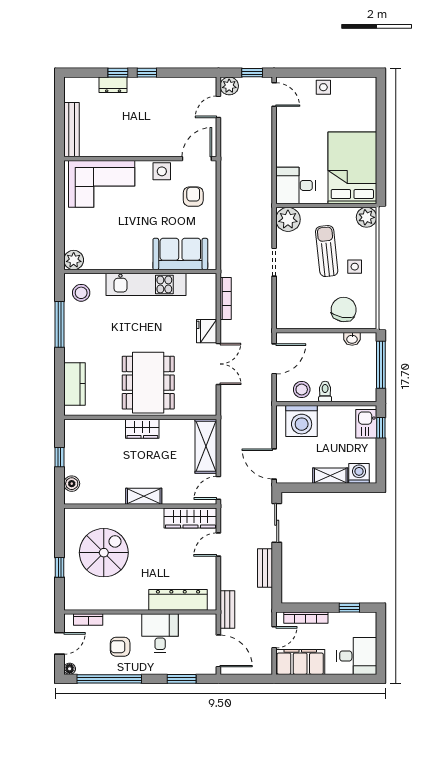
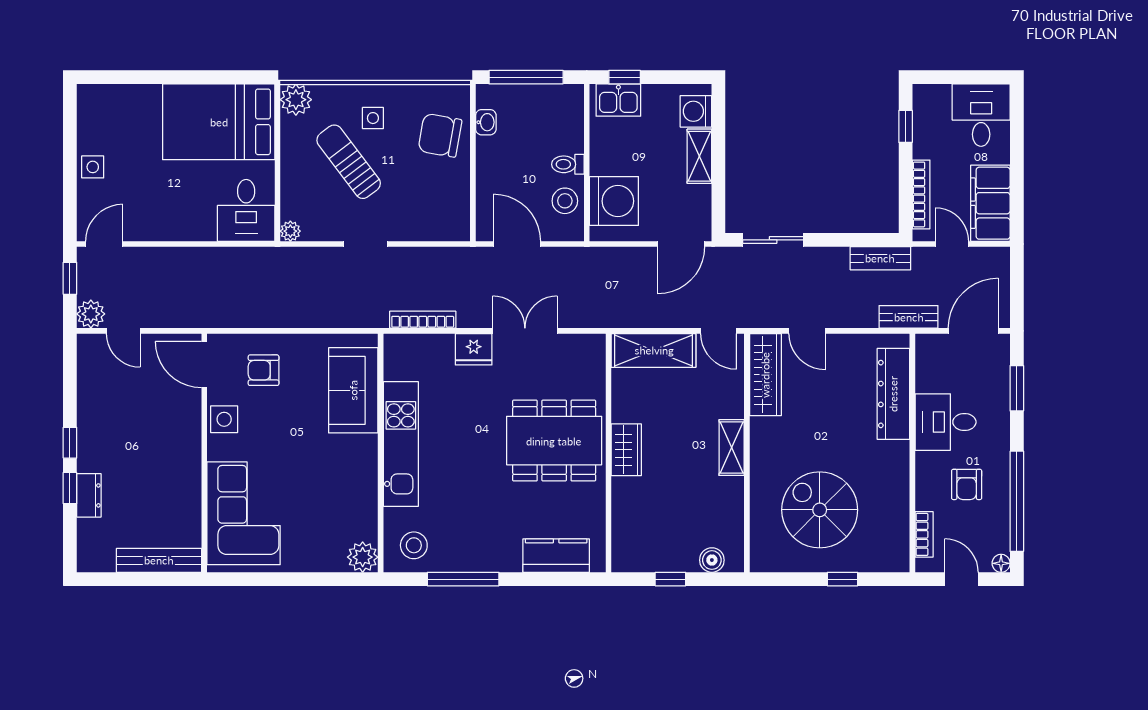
plant: (288, 219) -> (290, 231), width x0.53, depth x0.53
sun lounger: (327, 251) -> (349, 162), turned 59
bench: (265, 568) -> (880, 258), moved

